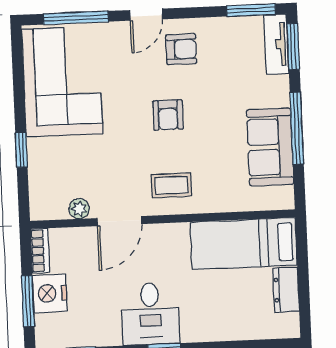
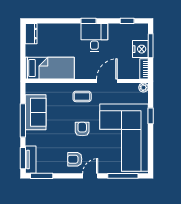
corner sofa: (62, 82) -> (124, 138), width x1.36, depth x1.36
plant: (79, 209) -> (143, 88), moved
dresser: (286, 290) -> (31, 34), moved

